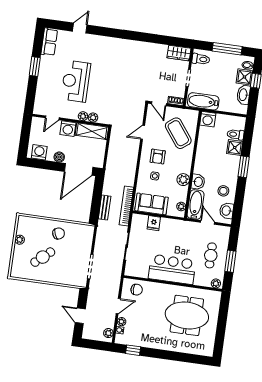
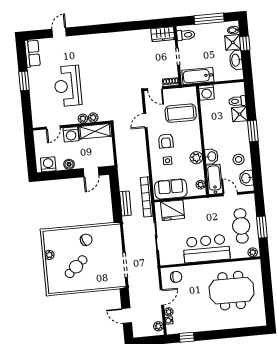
coffee table: (178, 133) -> (181, 113), turned -53
door: (79, 169) -> (91, 172), width x0.53
fridge: (154, 223) -> (173, 210), width x1.88, depth x1.34
cafe table: (211, 255) -> (241, 226), width x1.37, depth x1.35

